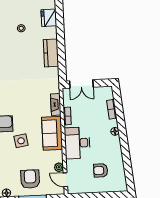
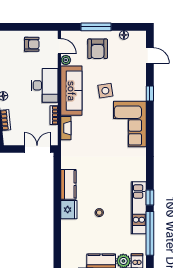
fridge: (49, 18) -> (69, 210), moved
sofa: (52, 133) -> (71, 91), width x1.36
armchair: (101, 170) -> (32, 44), moved

